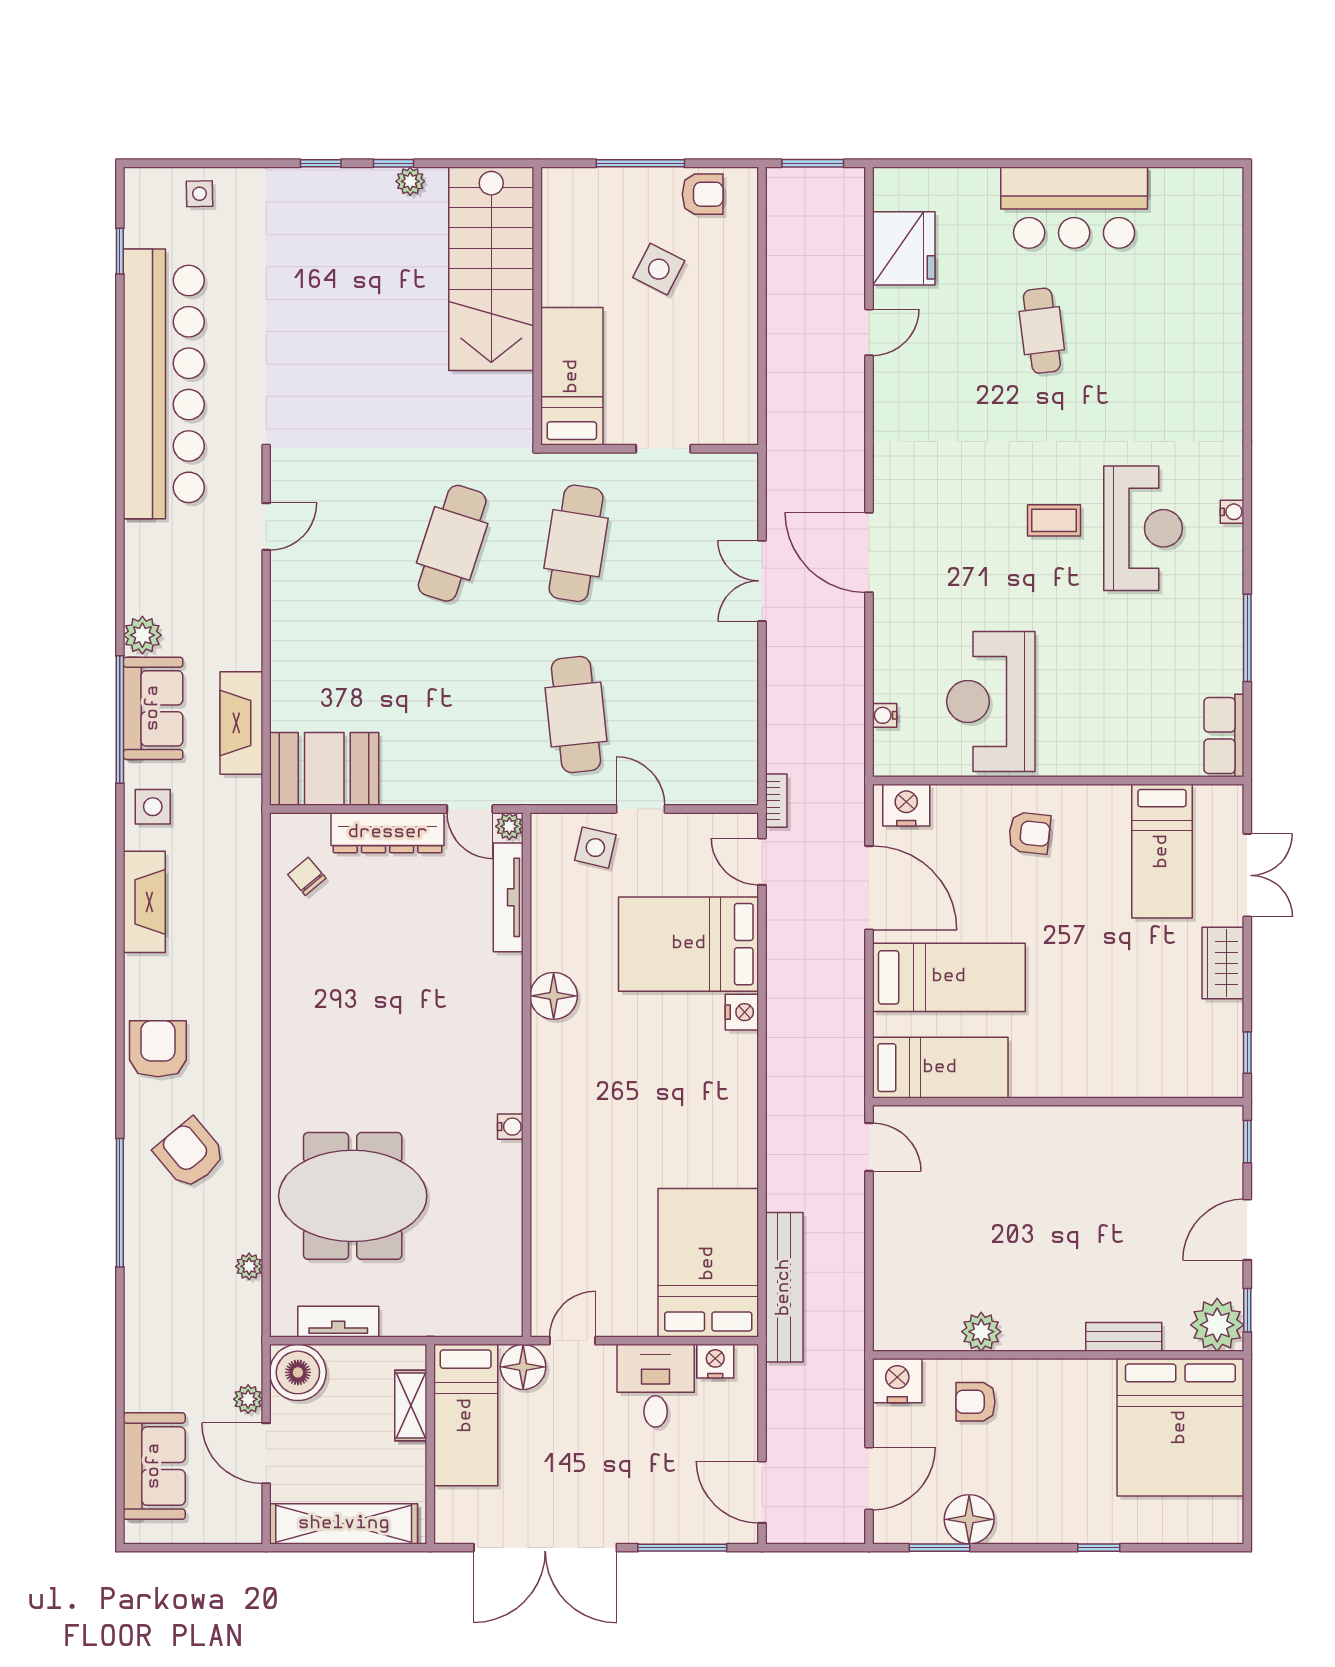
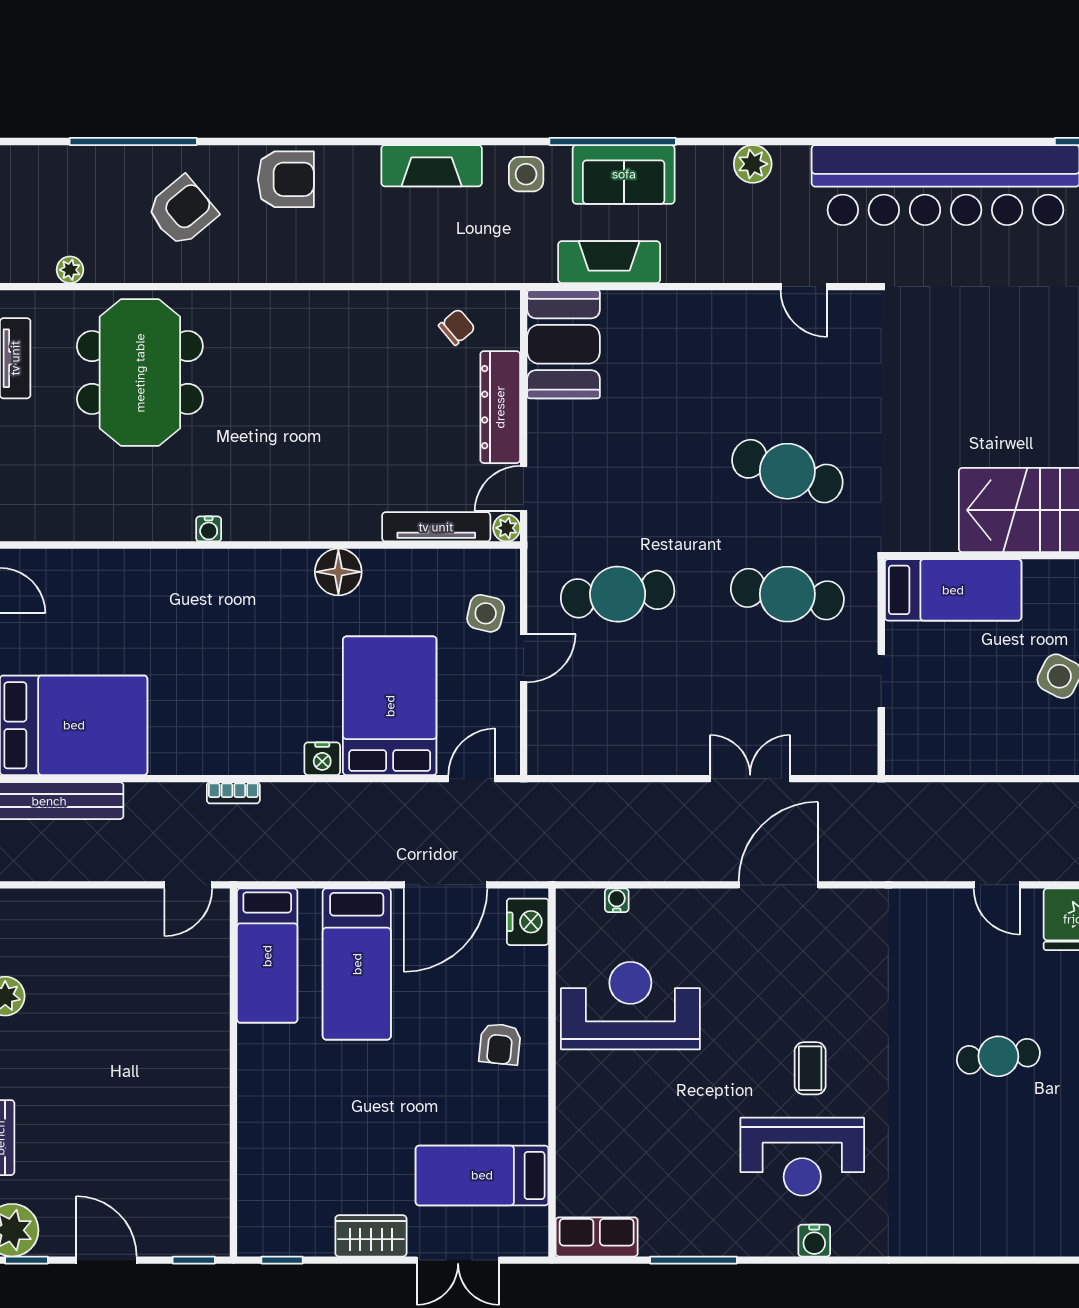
water cooler: (1232, 512) -> (814, 1241), width x1.38, depth x1.38
plant: (142, 635) -> (753, 164), moved
bookcase: (776, 801) -> (233, 793), moved

